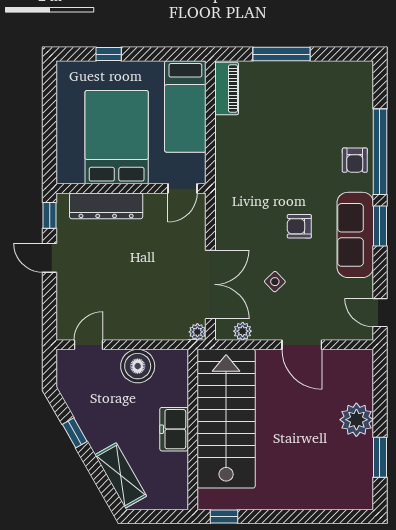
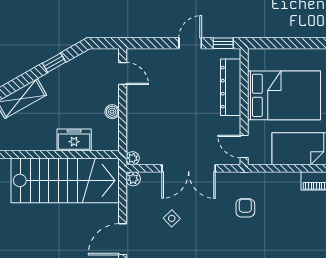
armchair: (299, 226) -> (245, 208), moved
double door: (210, 284) -> (189, 168), moved
plant: (243, 331) -> (133, 179), moved
boiler: (138, 366) -> (112, 112), width x0.54, depth x0.54
freezer: (174, 429) -> (74, 140), moved

